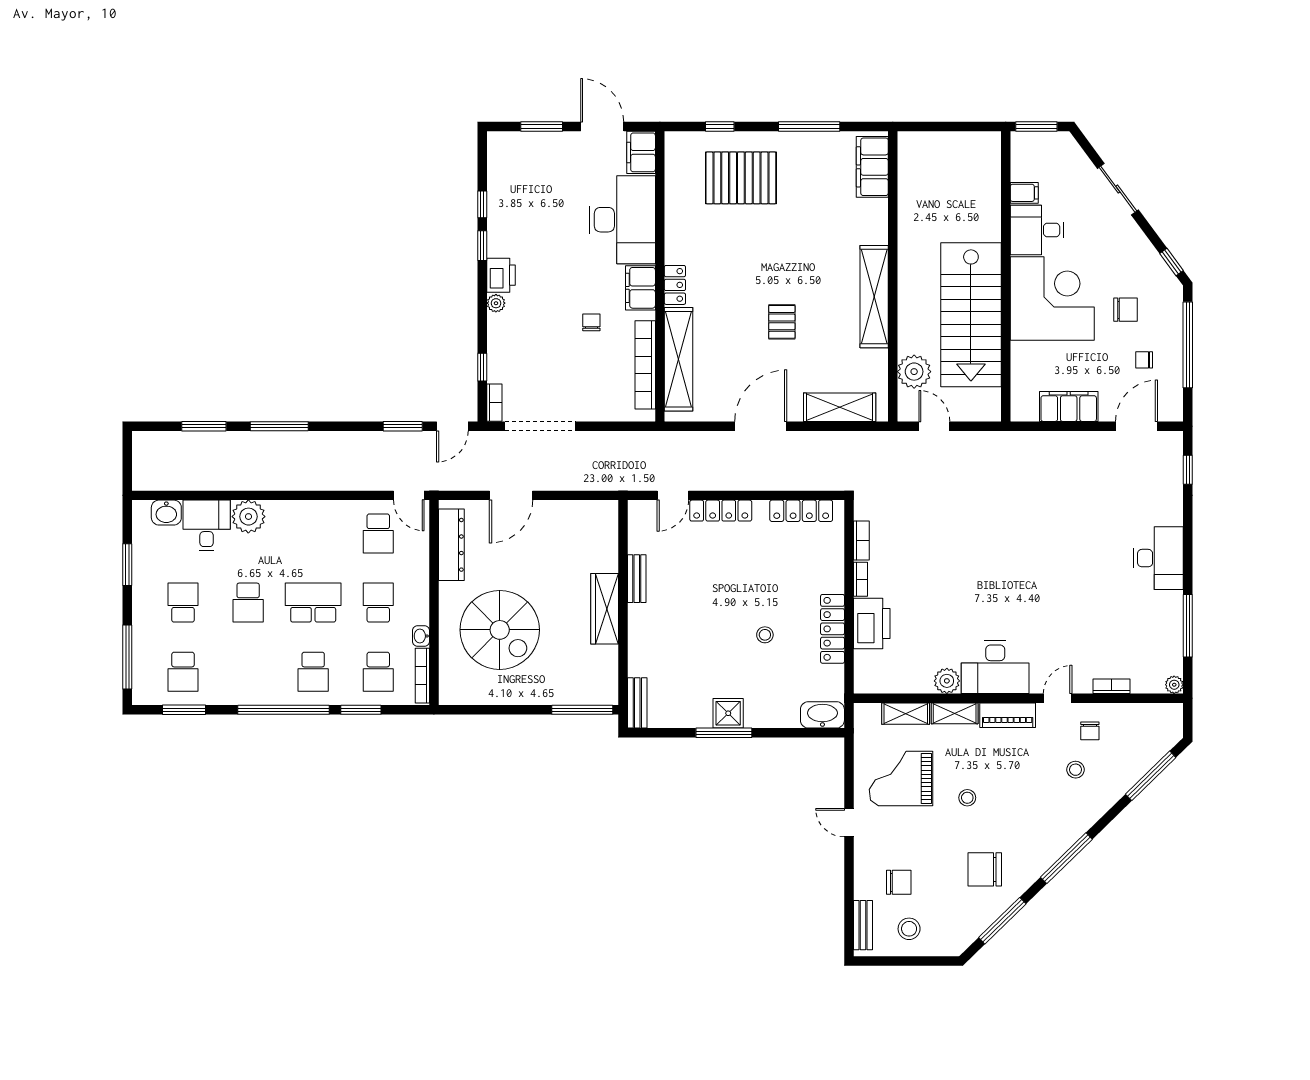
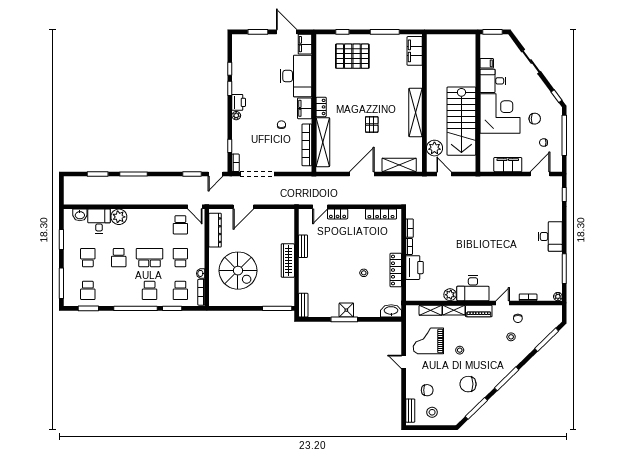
locker: (721, 511) -> (338, 214), width x0.66

